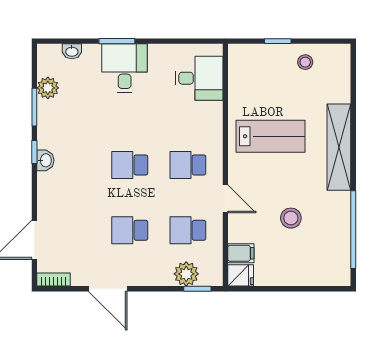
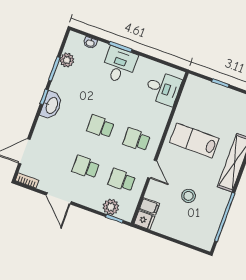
stool: (305, 62) -> (233, 102), removed
lab bench: (270, 136) -> (194, 140), turned 180
washbasin: (45, 160) -> (51, 105), width x1.91, depth x1.45

